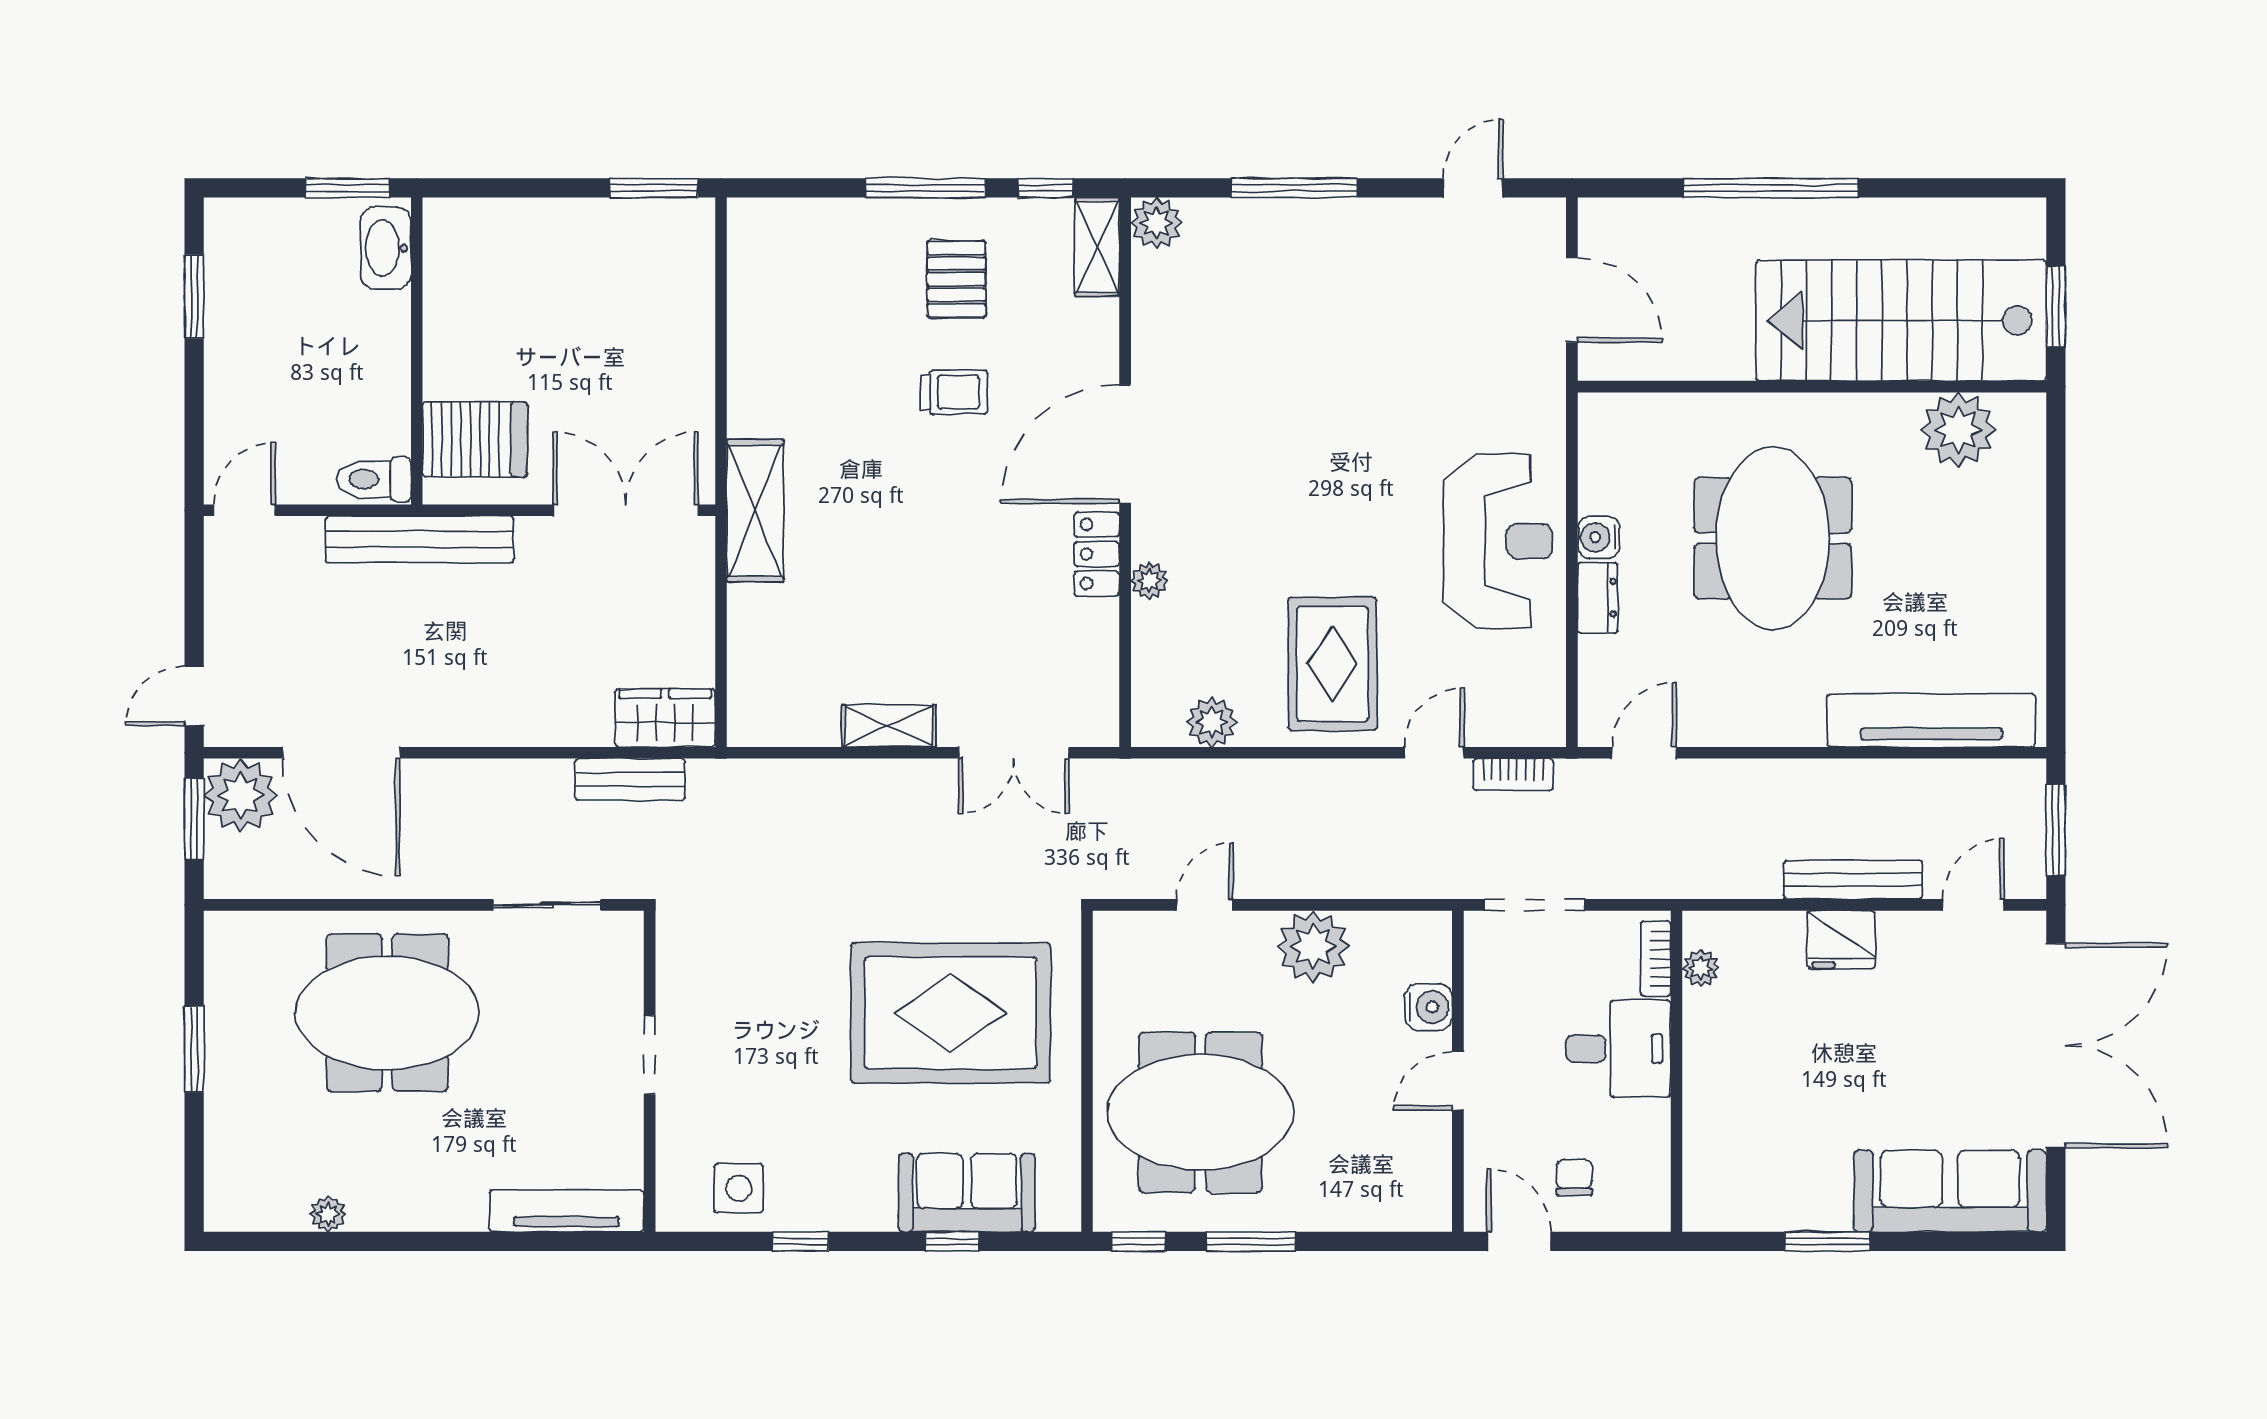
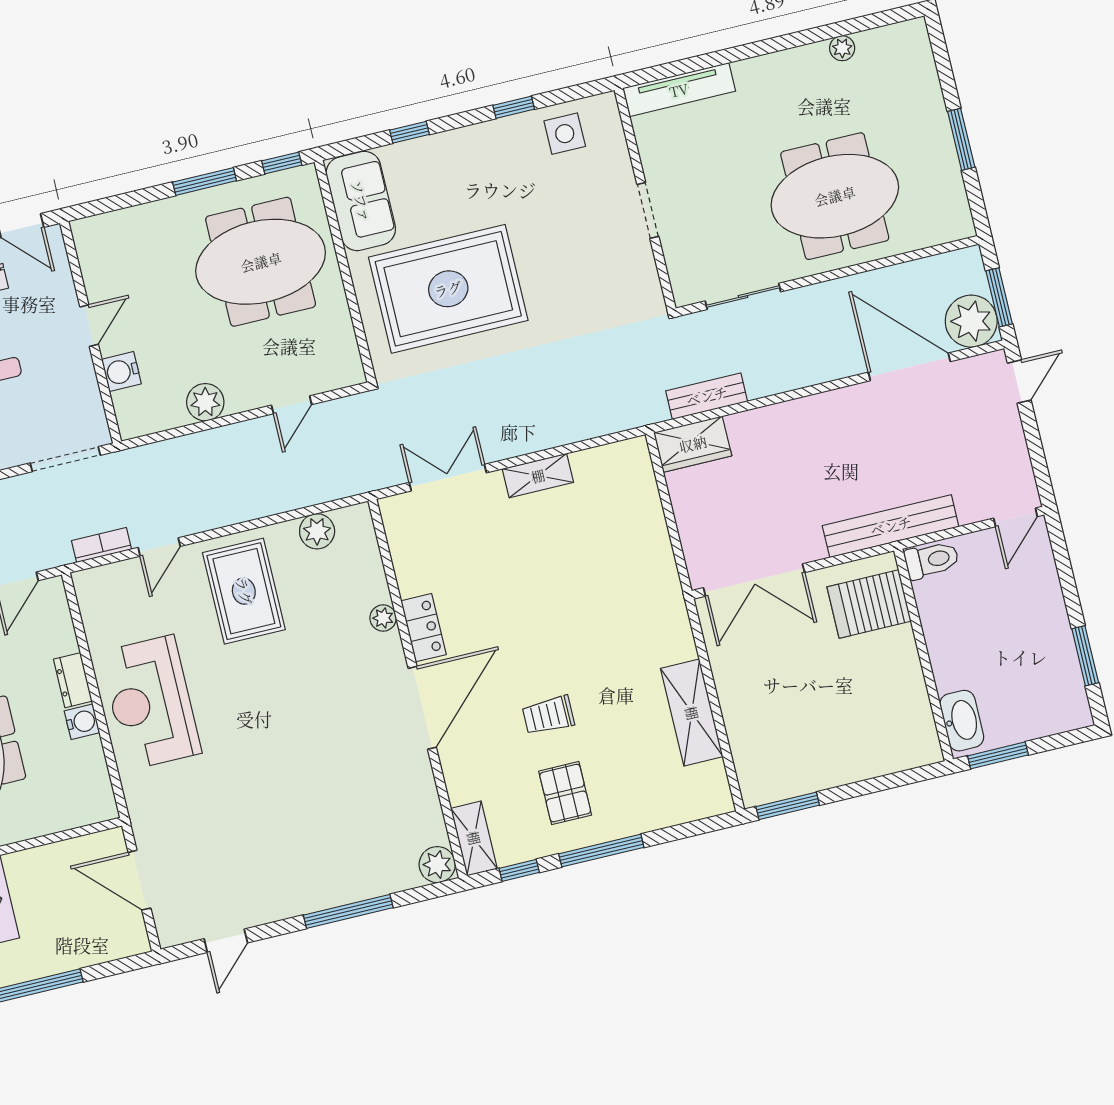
shelving: (755, 511) -> (692, 713), moved
plant: (1313, 947) -> (205, 402), width x0.73, depth x0.73
sofa: (967, 1193) -> (361, 201), moved, turned -90

